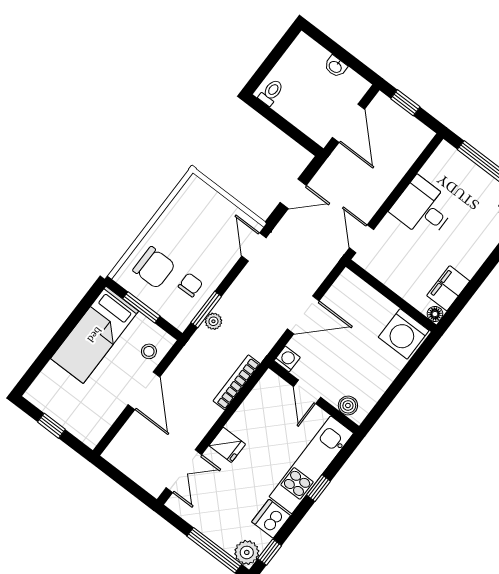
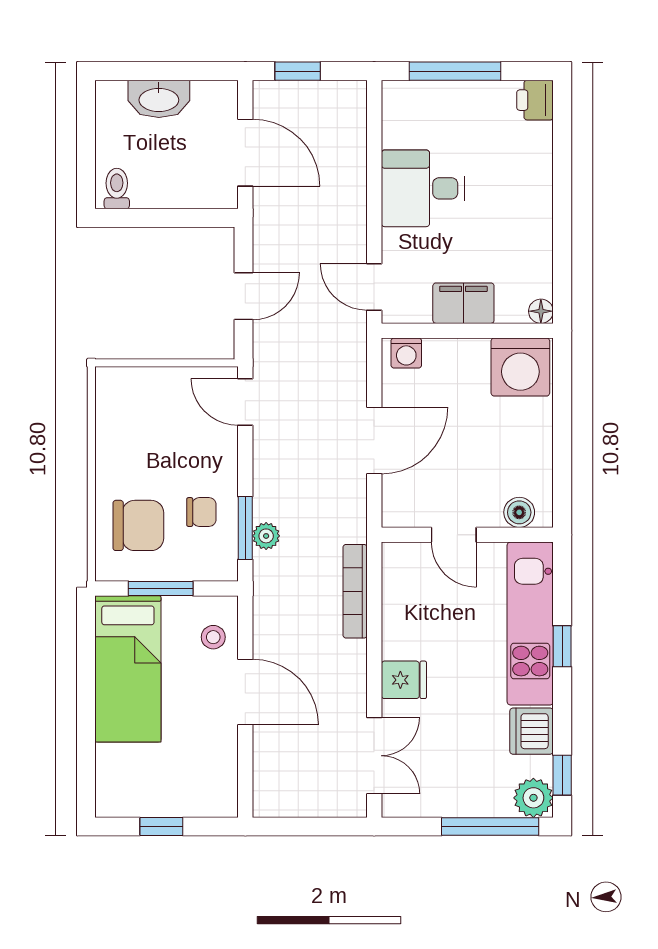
washbasin: (335, 67) -> (159, 99), width x1.91, depth x1.45
chair: (190, 285) -> (201, 512), turned 91
filing cabinet: (448, 288) -> (463, 303), moved, turned 90
washing machine: (287, 359) -> (406, 353), moved, turned 180

